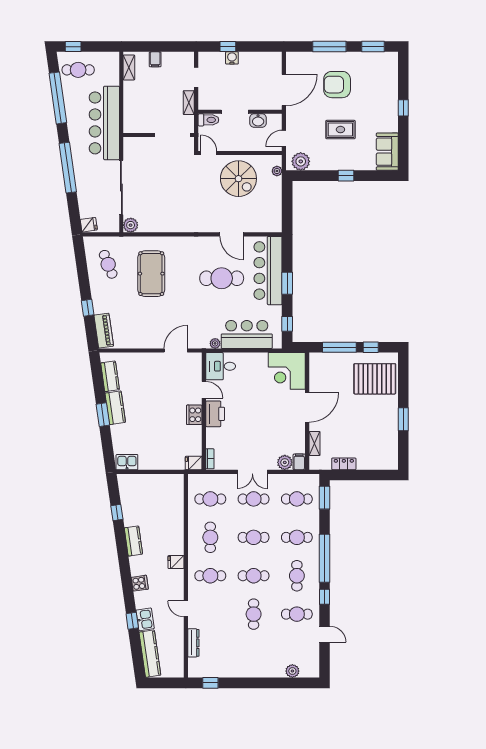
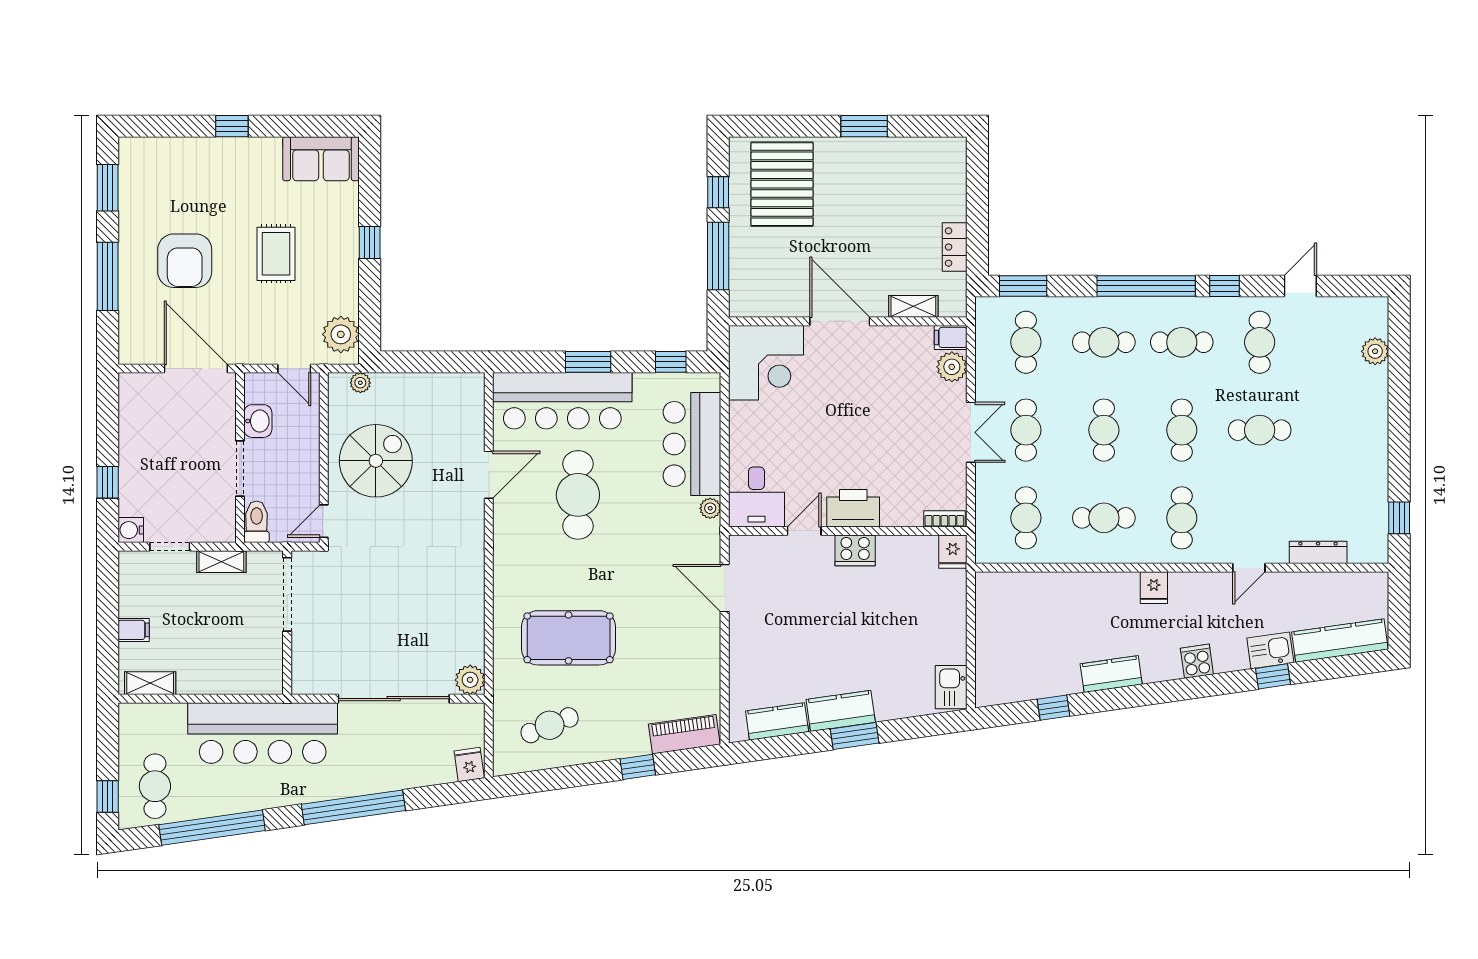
water cooler: (232, 58) -> (131, 530), moved
cafe table: (297, 537) -> (1104, 342), turned 90

